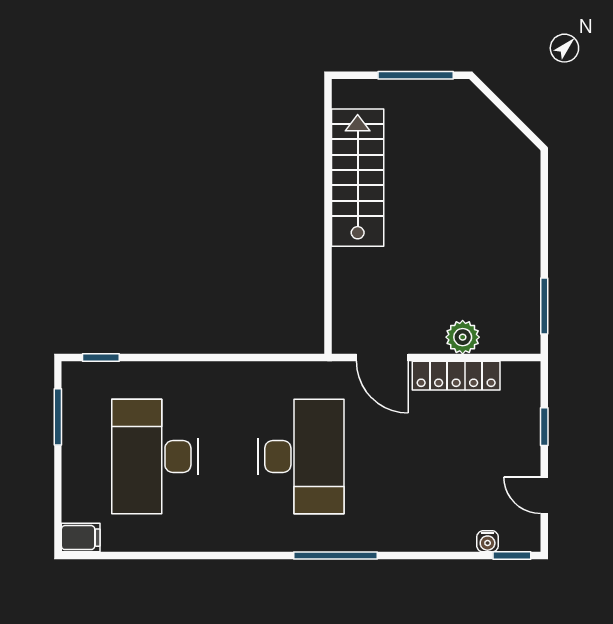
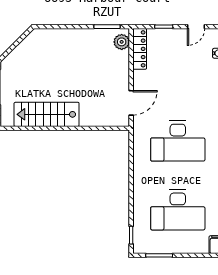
plant: (463, 337) -> (122, 42), moved
locker: (456, 376) -> (140, 49), moved
desk: (301, 457) -> (178, 141), turned 180

